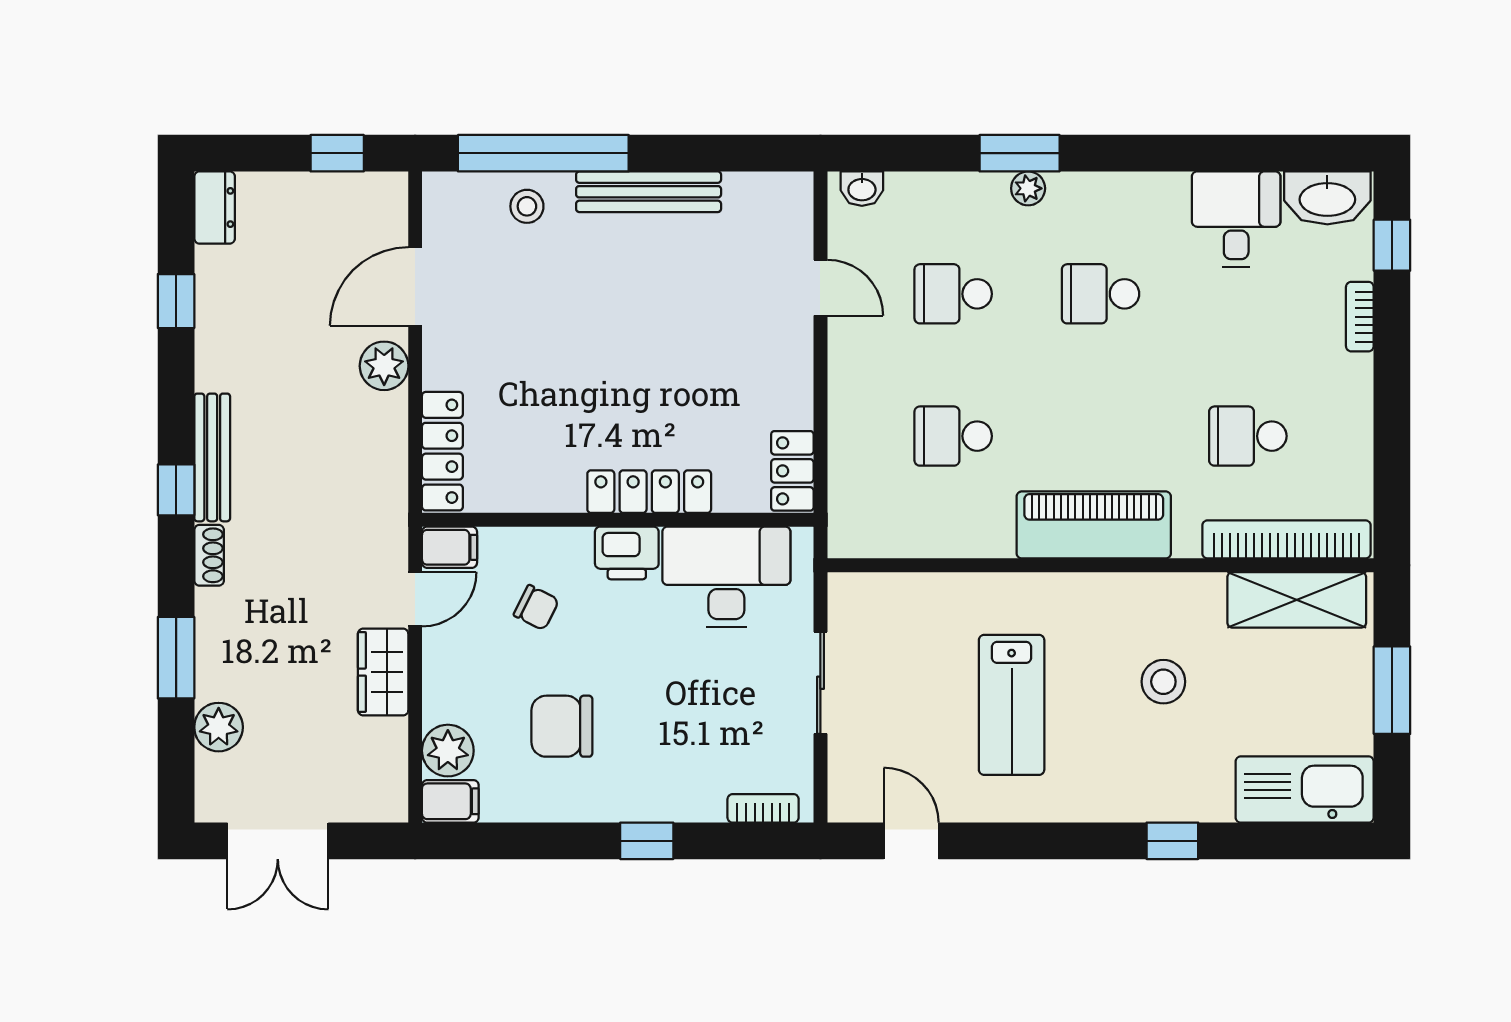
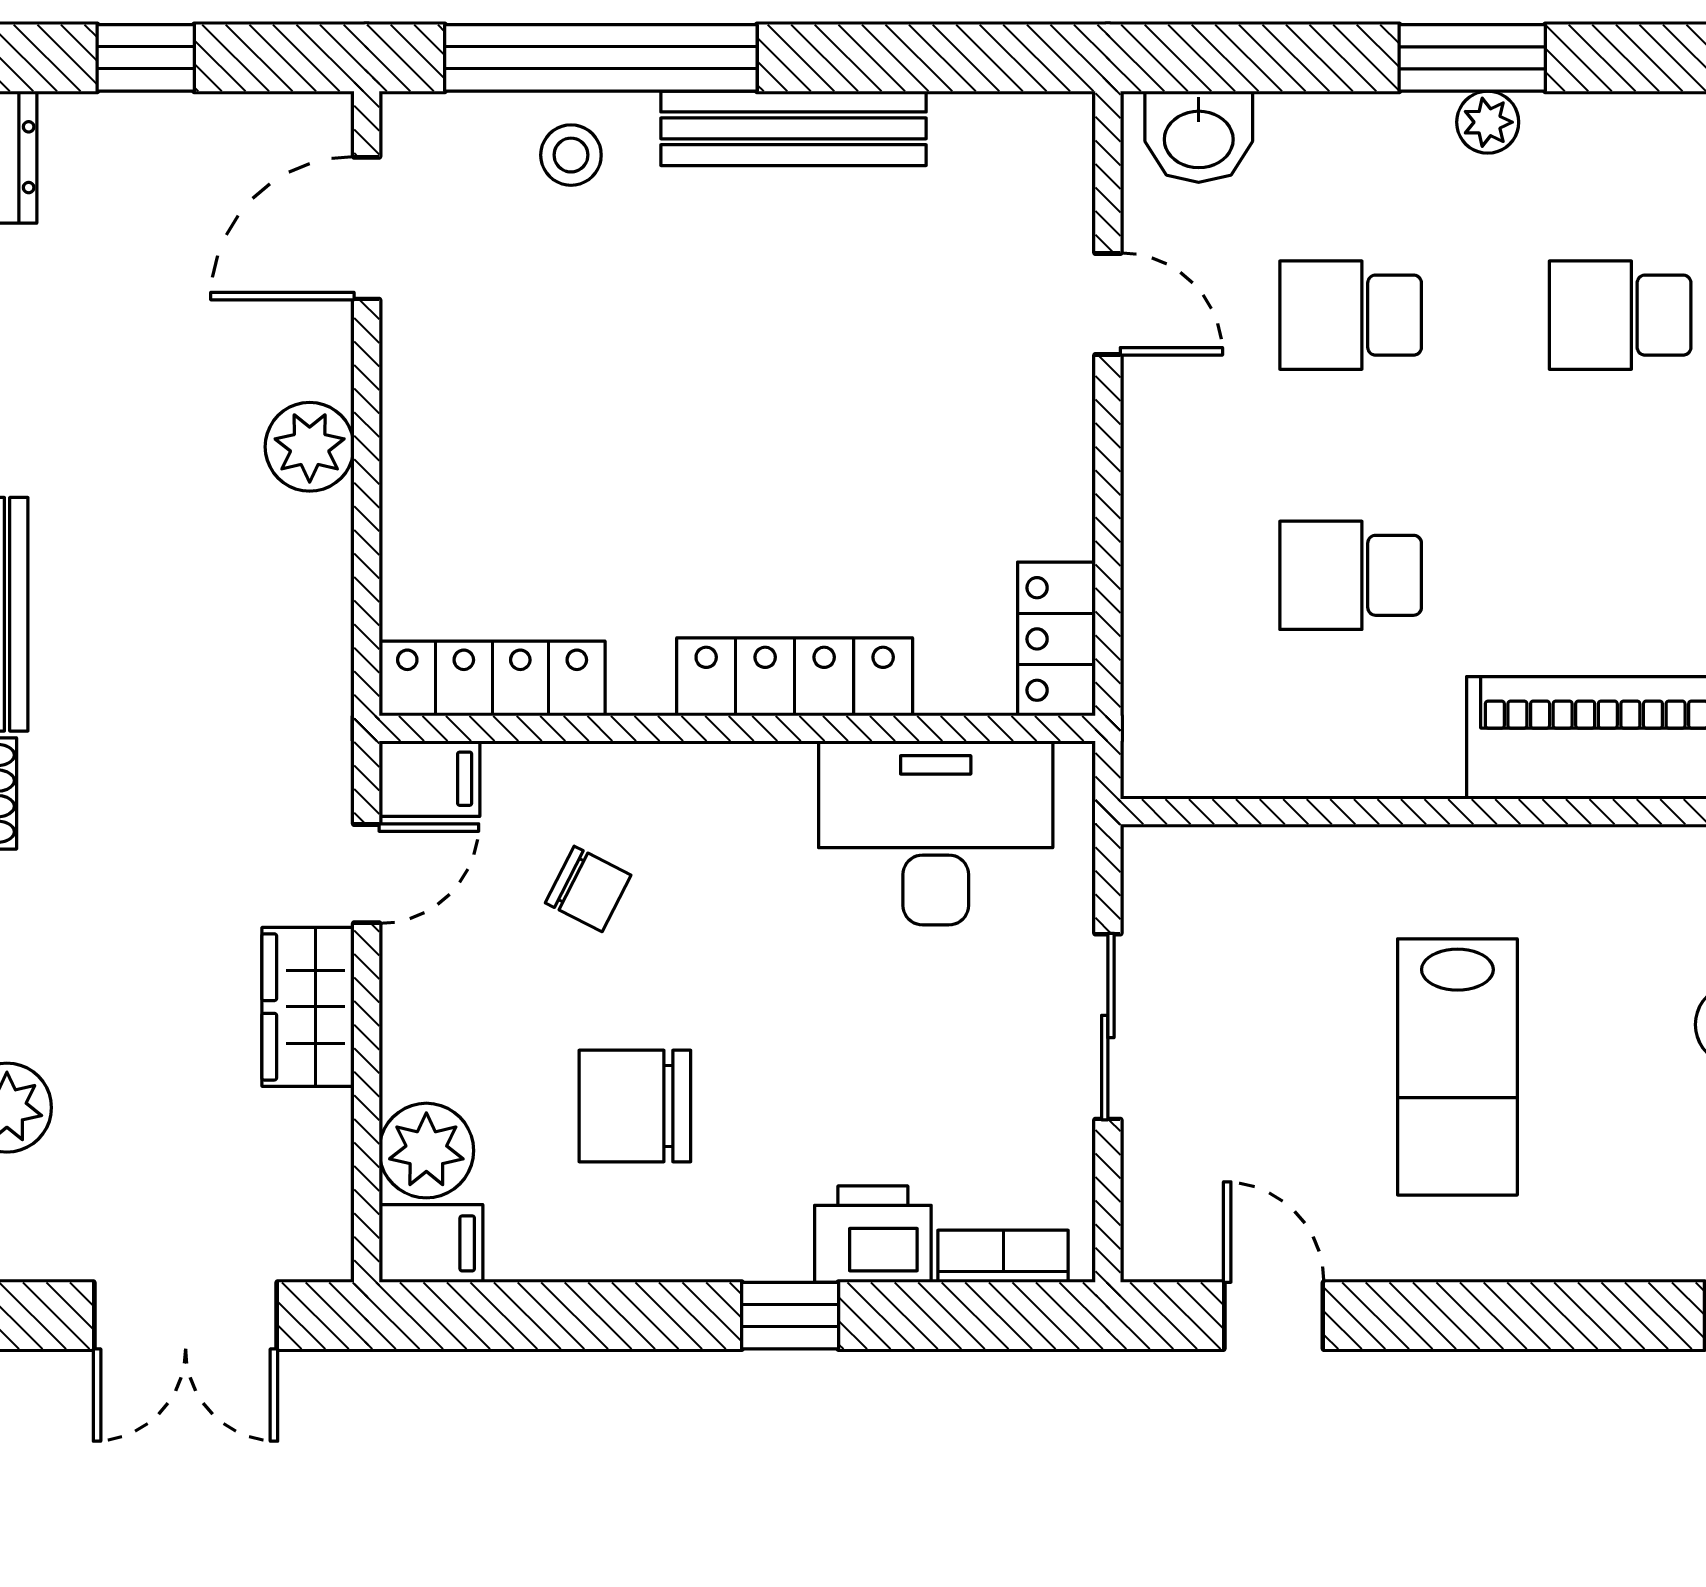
window: (337, 153) -> (146, 58), moved
washbasin: (862, 189) -> (1199, 137), width x1.38, depth x1.45
door: (415, 286) -> (367, 228), moved
locker: (442, 451) -> (492, 679), moved, turned -90
printer: (627, 553) -> (873, 1234), moved, turned 180
double door: (278, 841) -> (186, 1316), moved

